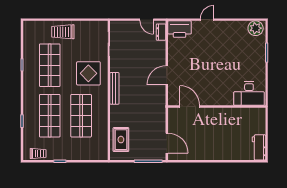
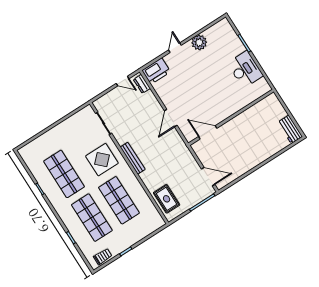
plant: (256, 28) -> (199, 42), moved
trolley: (63, 32) -> (57, 138), removed
desk: (249, 94) -> (245, 69), moved, turned -90

